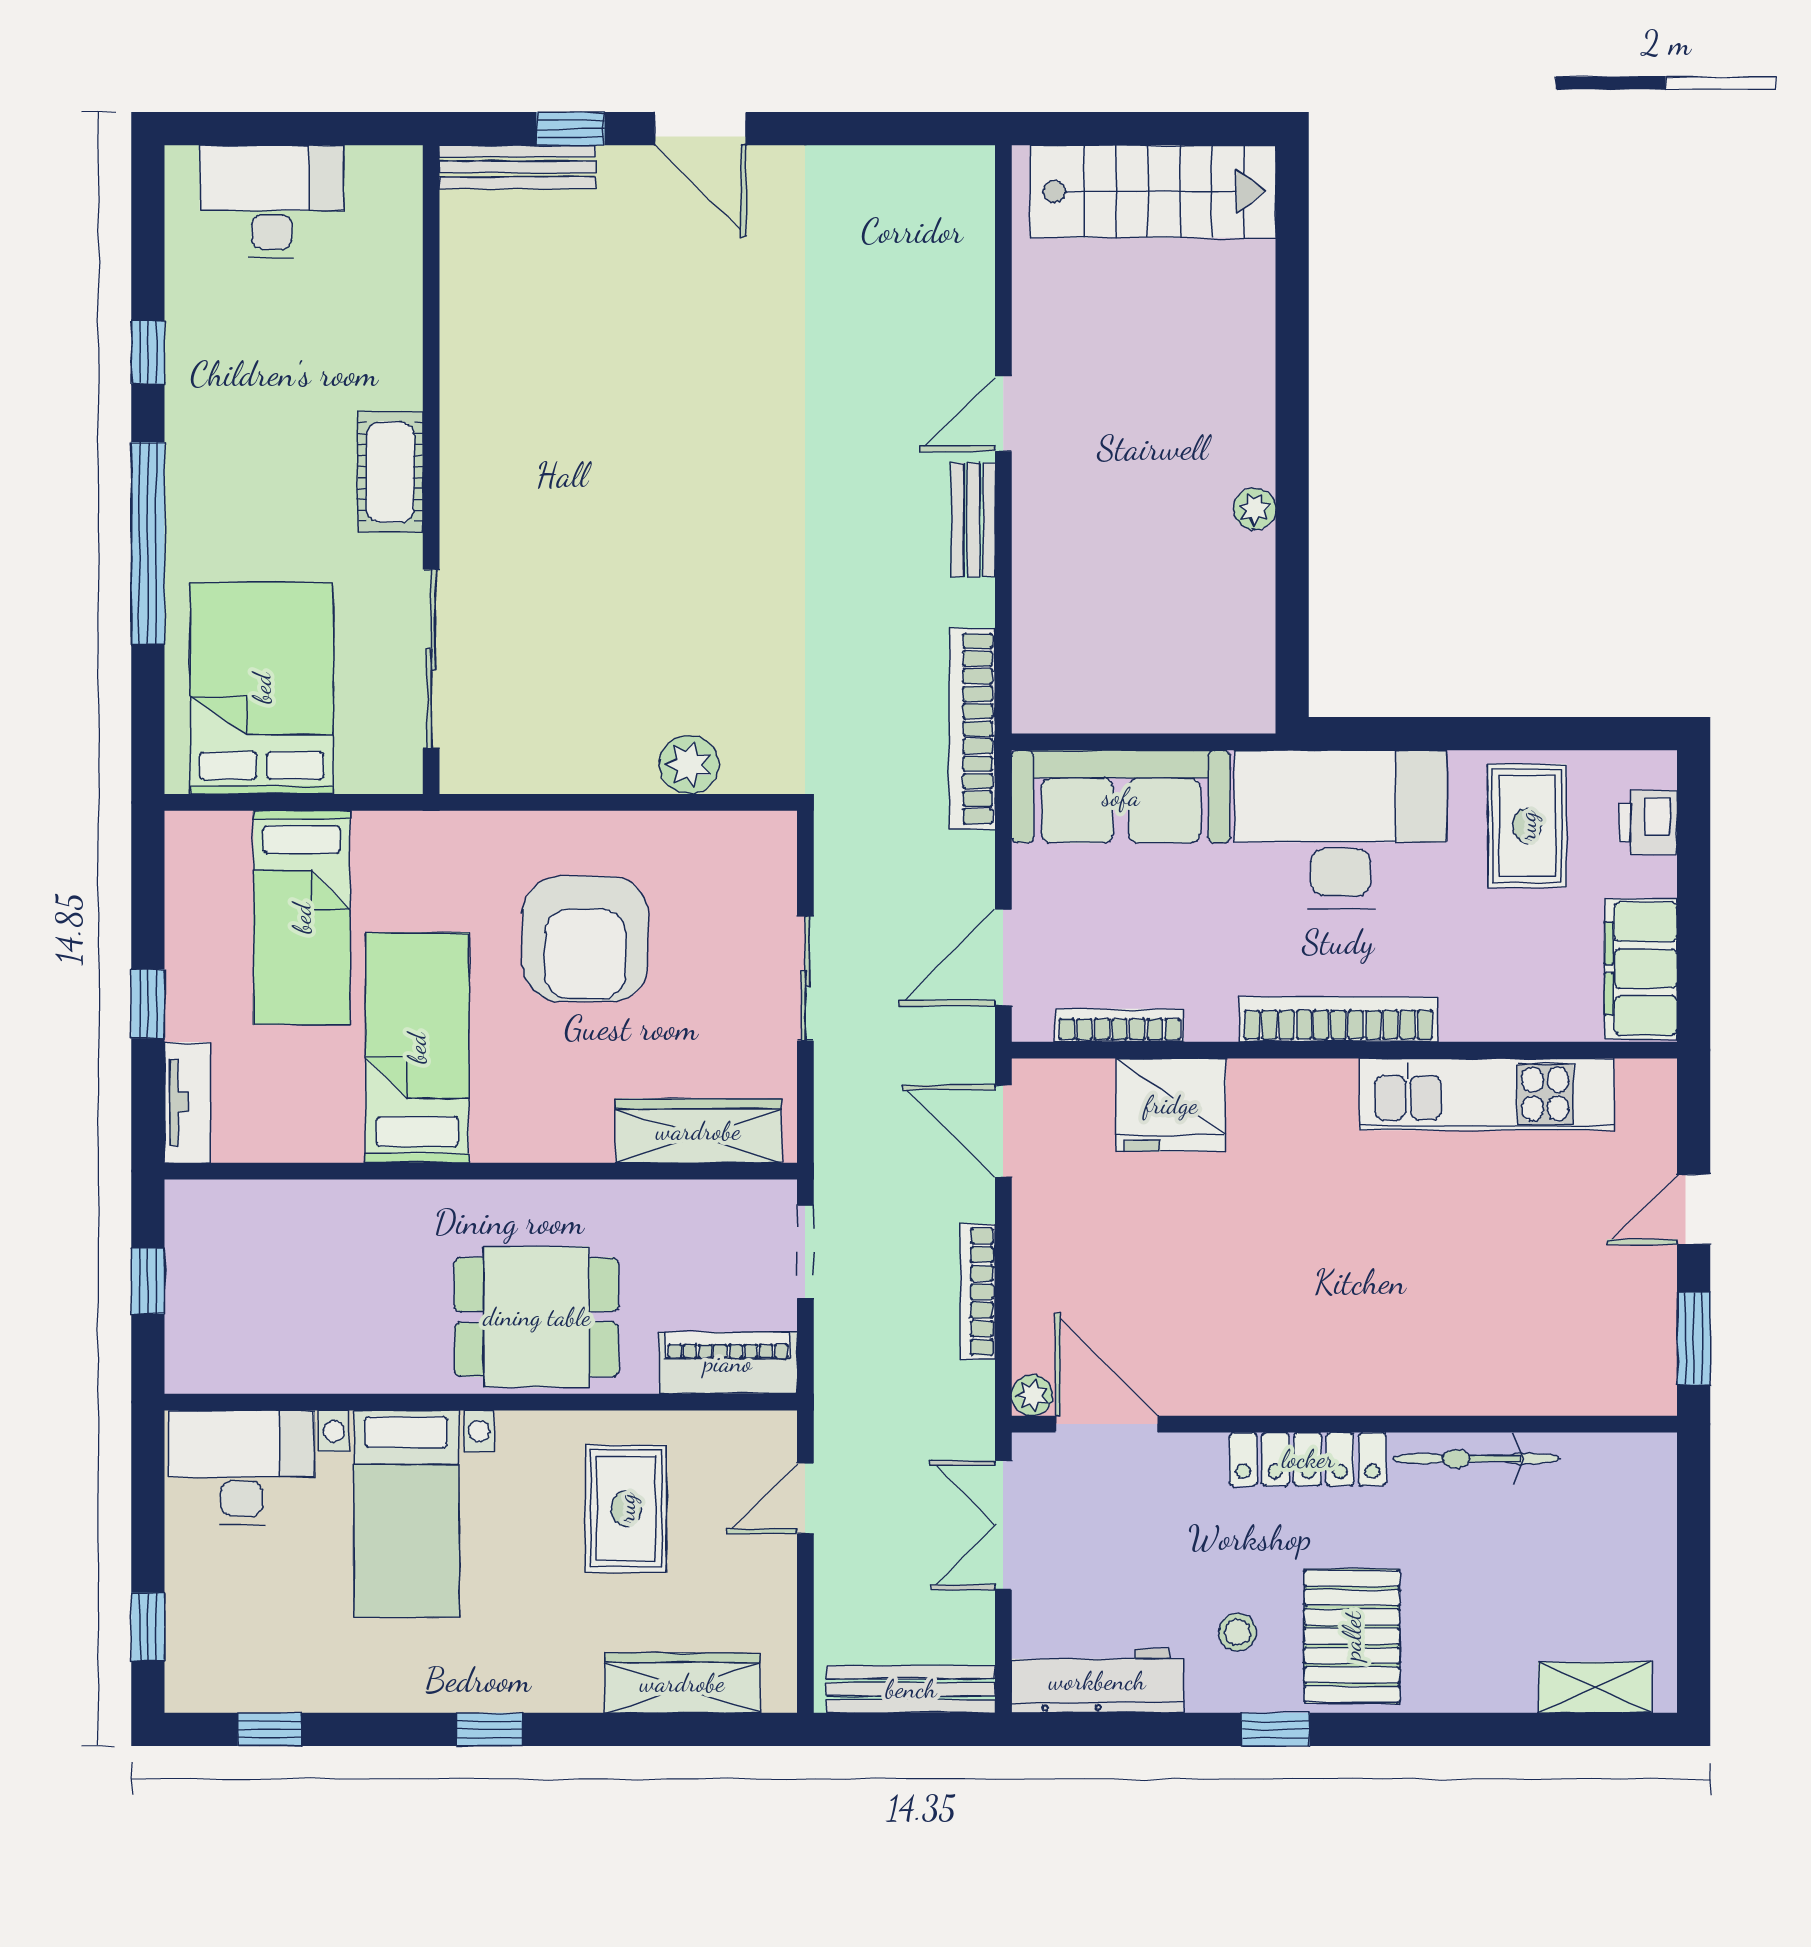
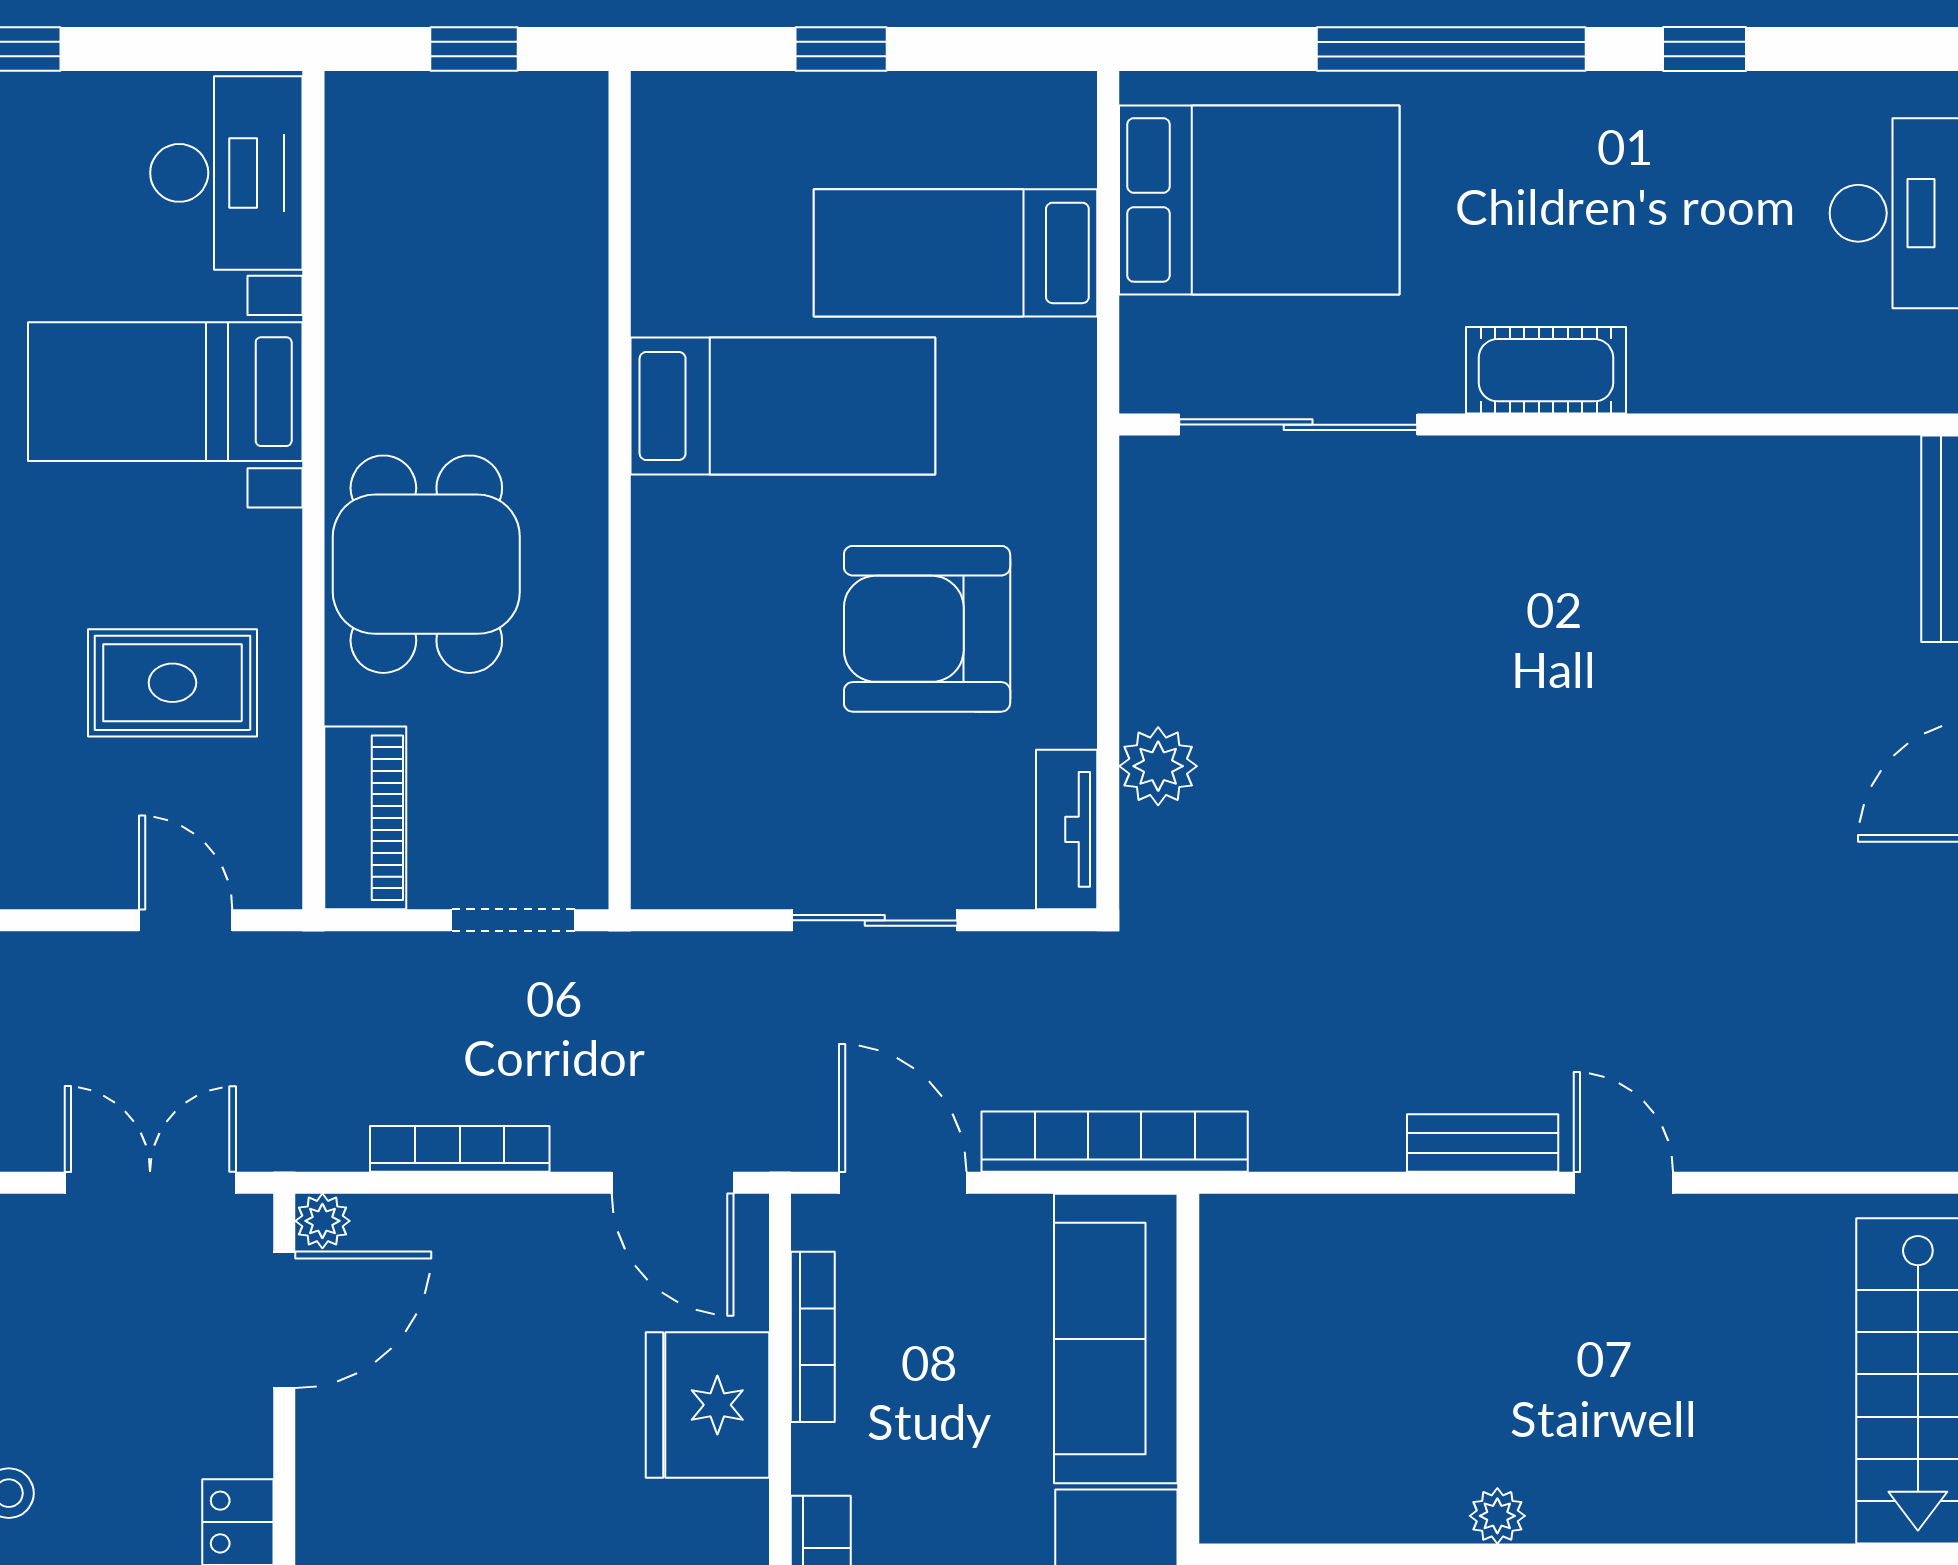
bookcase: (972, 729) -> (1115, 1142), moved
tv unit: (187, 1102) -> (1067, 829), moved, turned 90
wardrobe: (698, 1131) -> (673, 779), removed
door: (1003, 1131) -> (673, 1183), swing flipped

